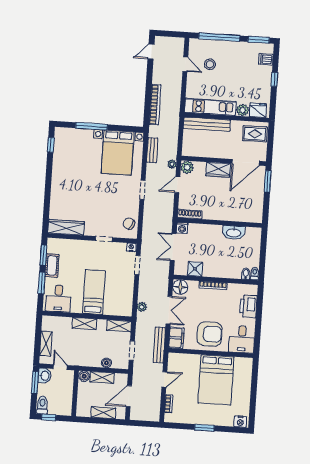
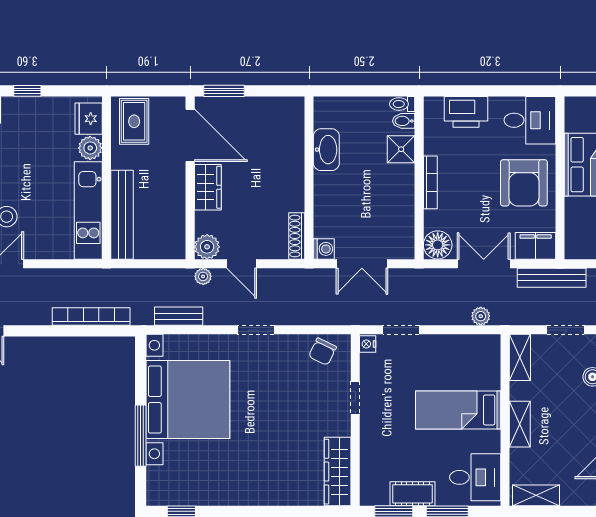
bed with nightstands: (118, 153) -> (188, 400), width x1.36
shower: (195, 269) -> (401, 149), moved
armchair: (209, 334) -> (524, 183), turned 180
shelving: (46, 344) -> (536, 495), moved

